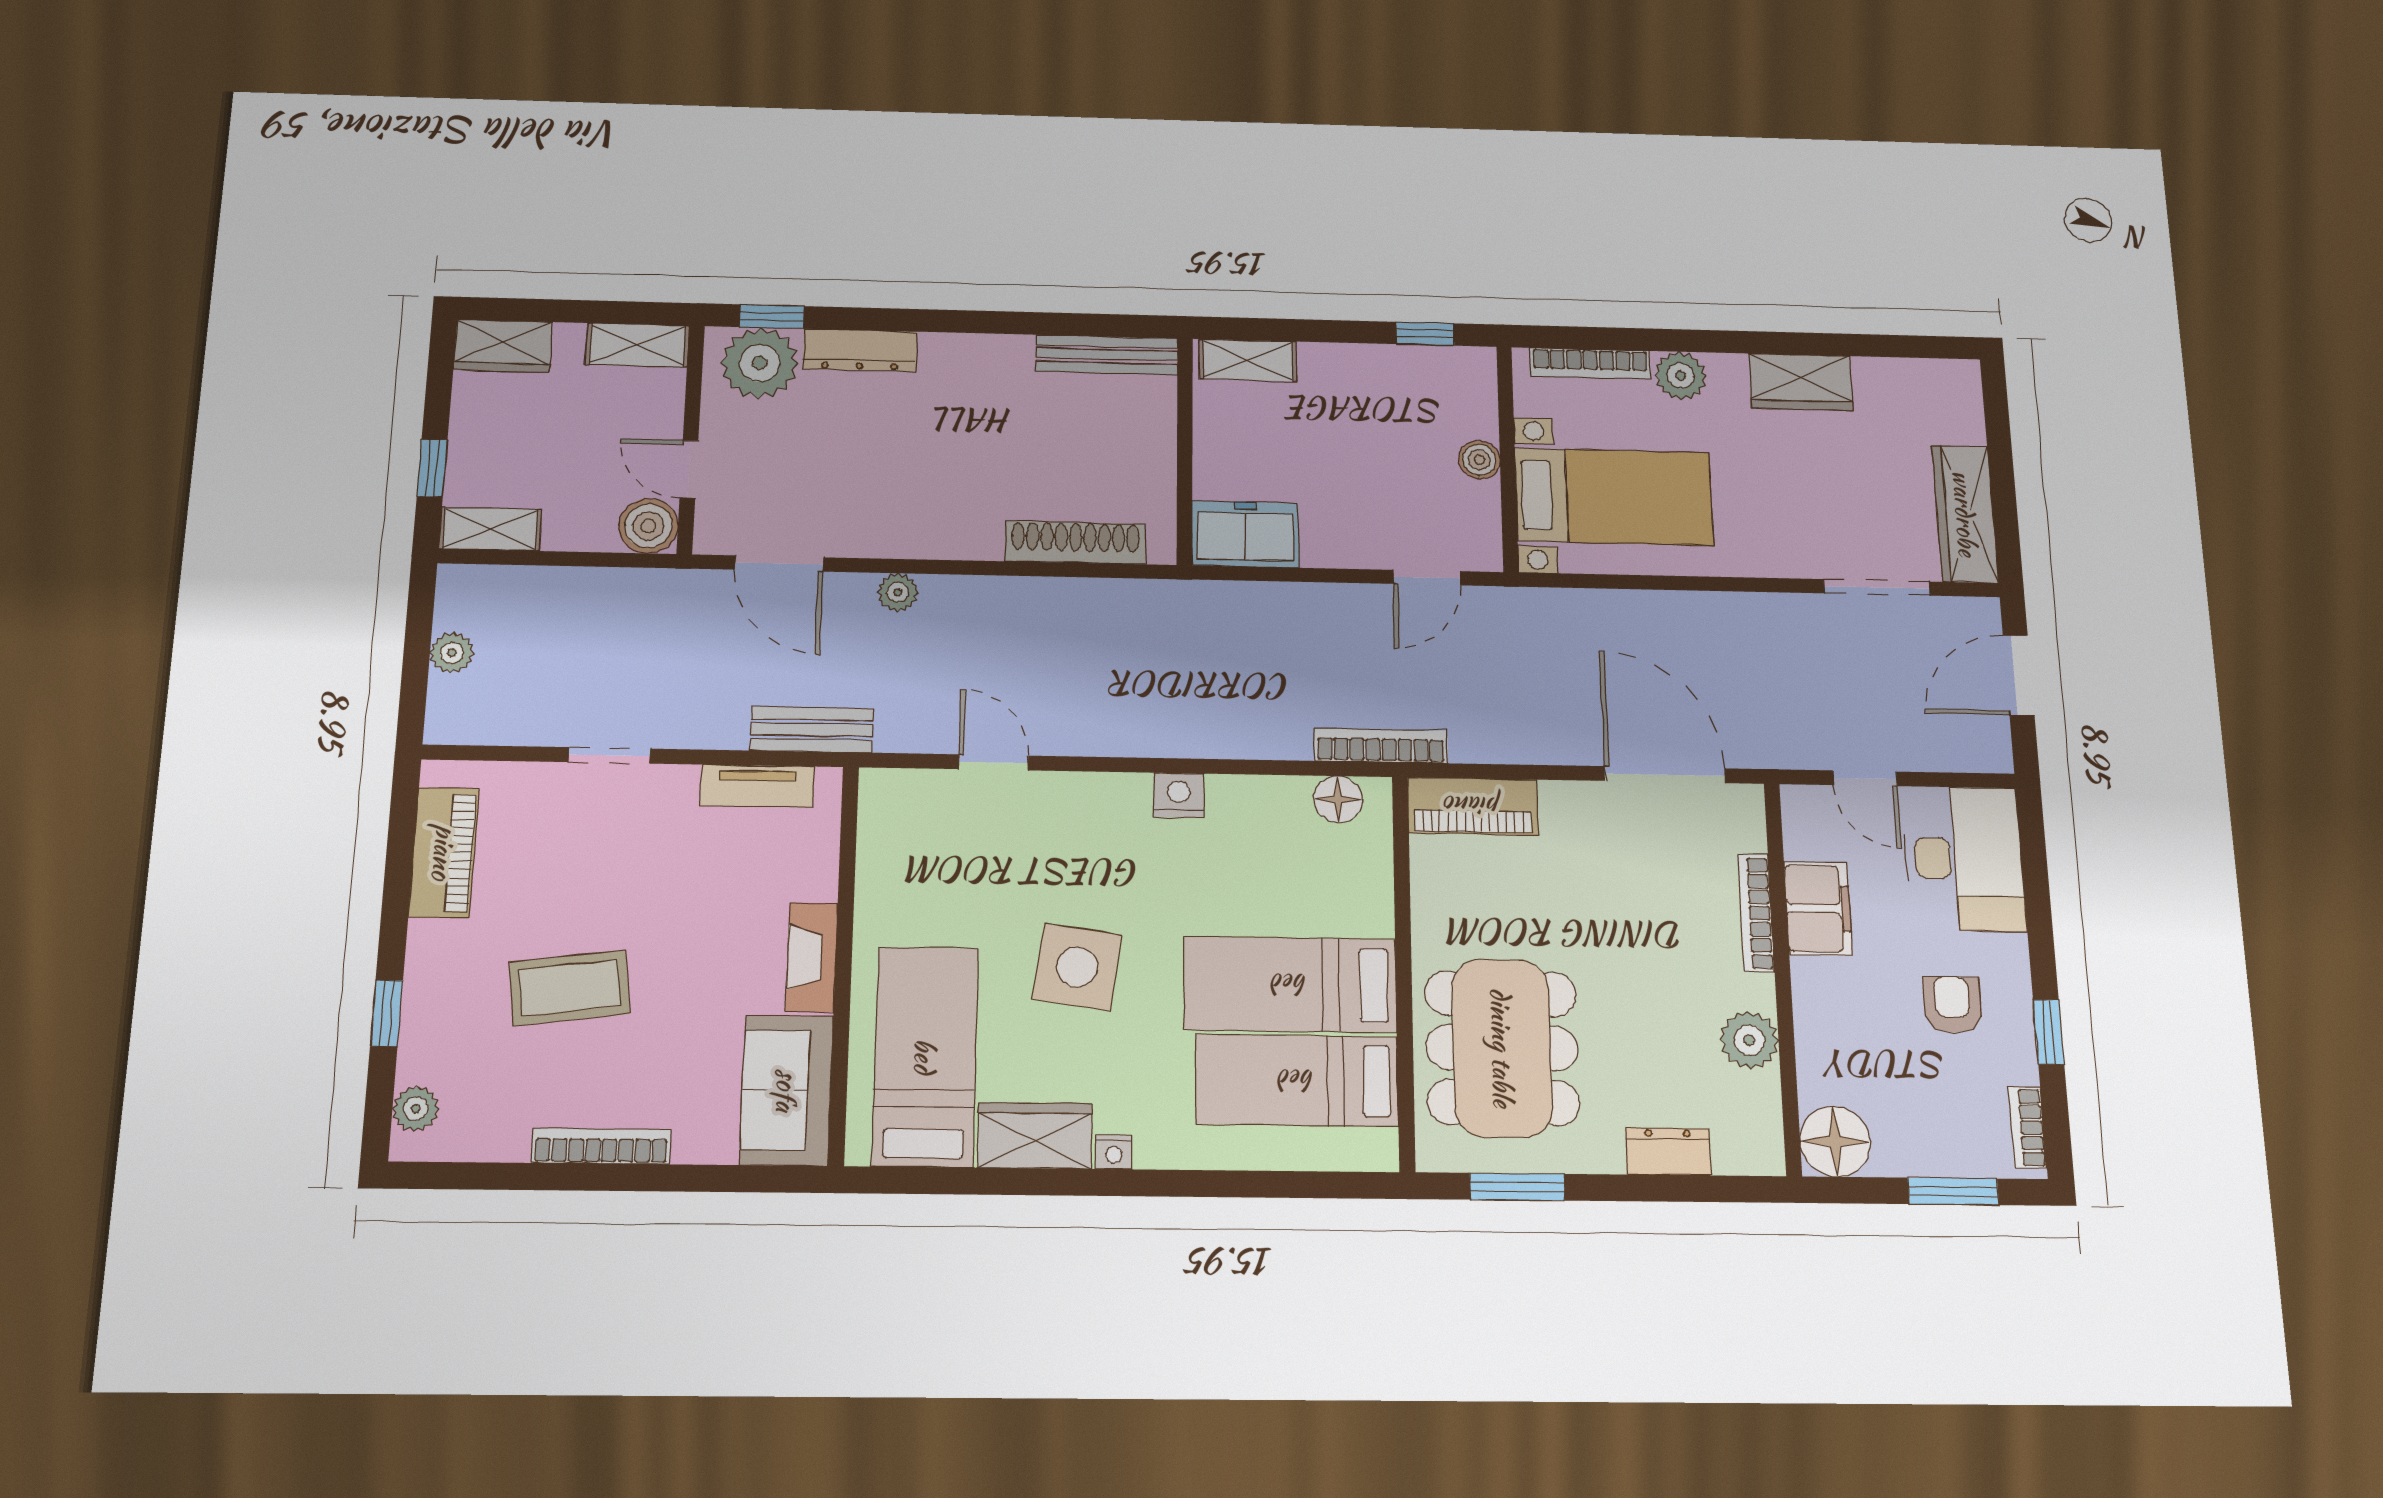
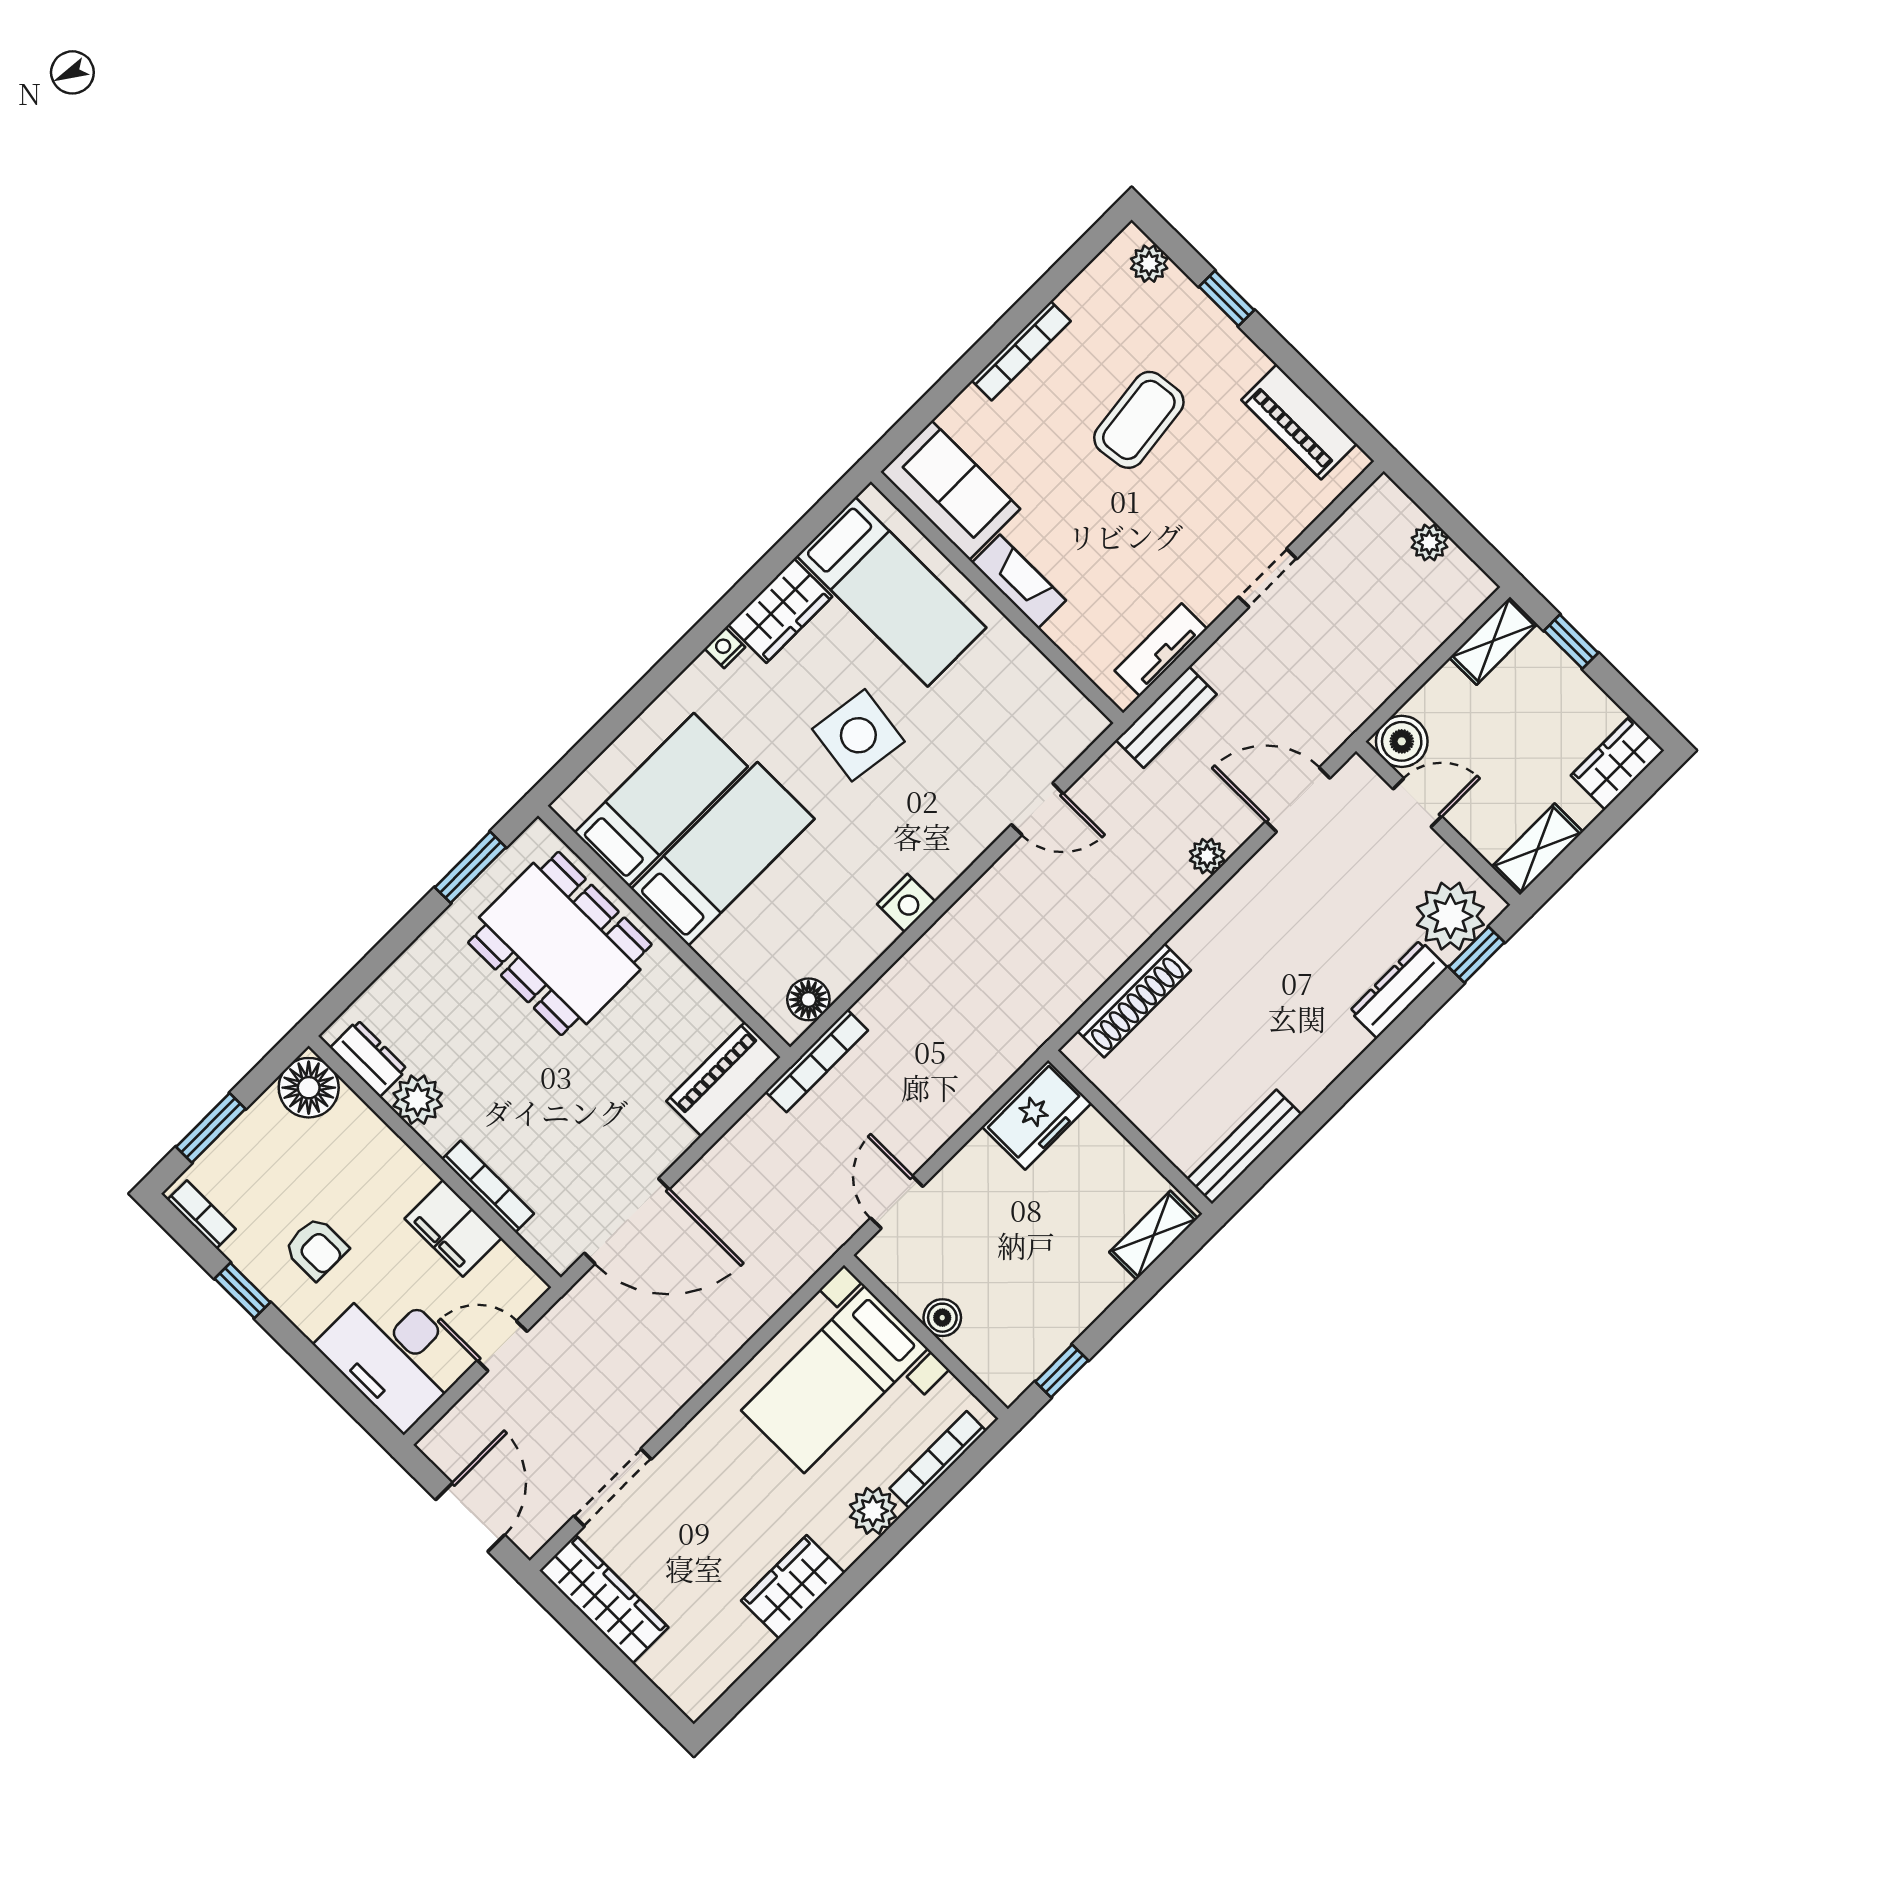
dresser: (1668, 1151) -> (369, 1058), moved, turned -90

